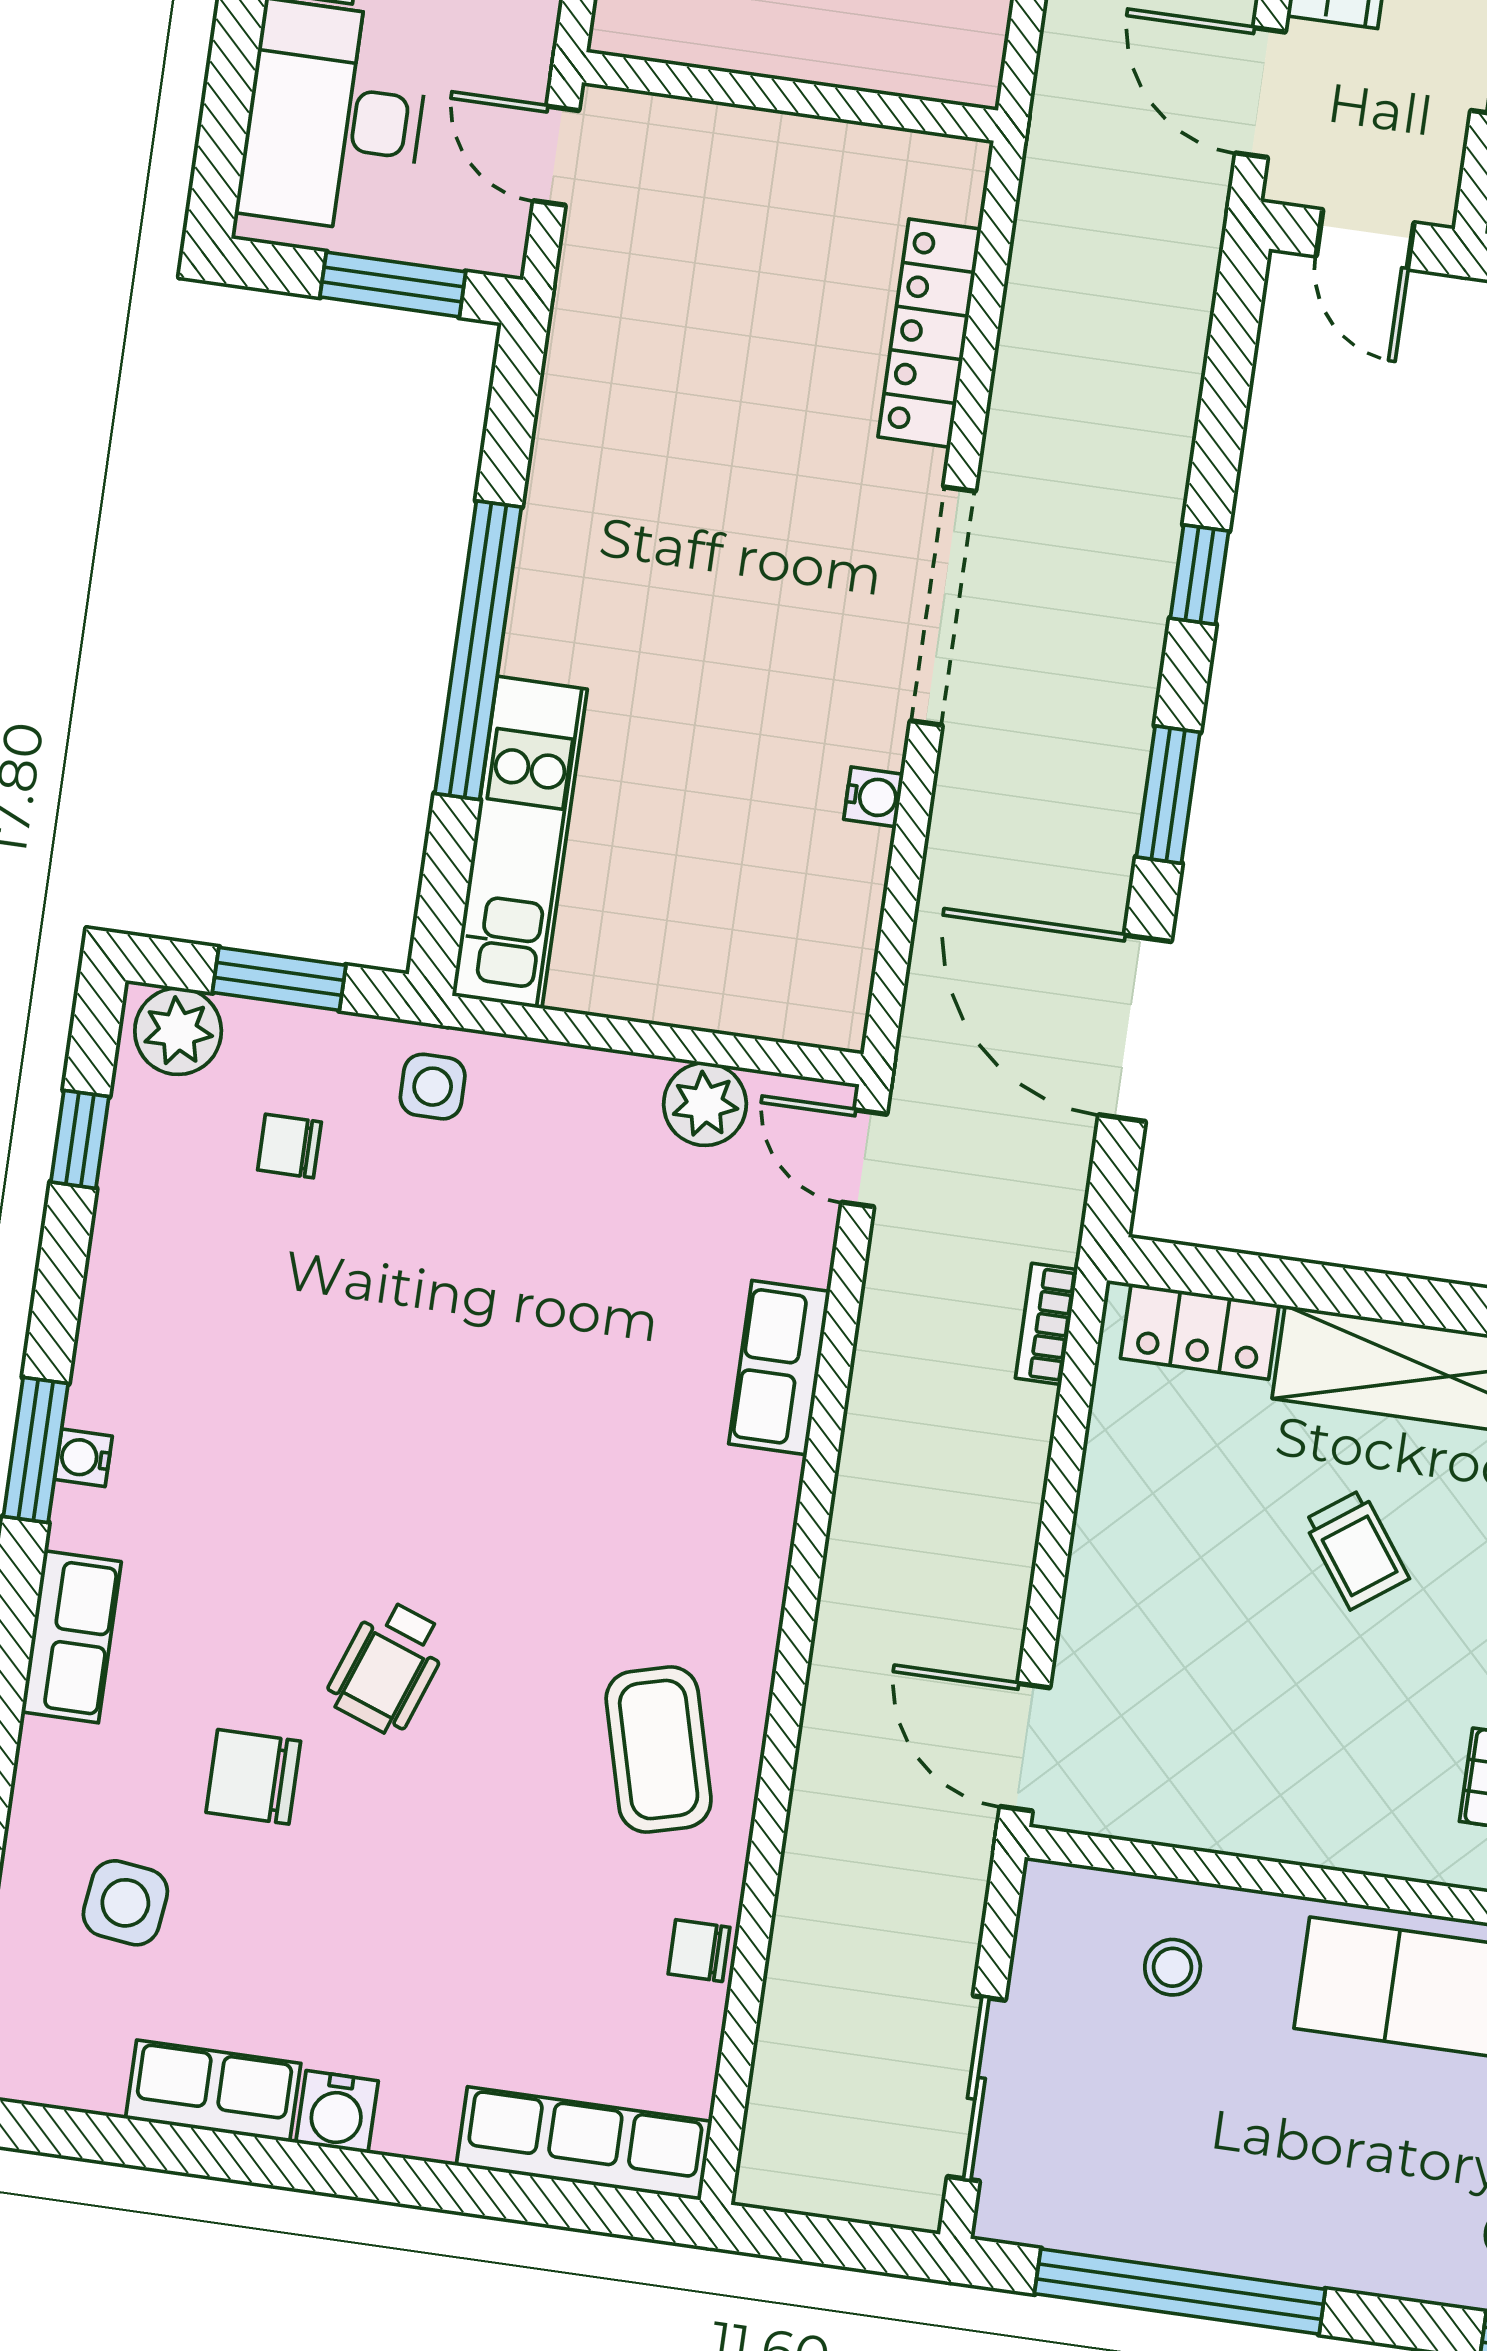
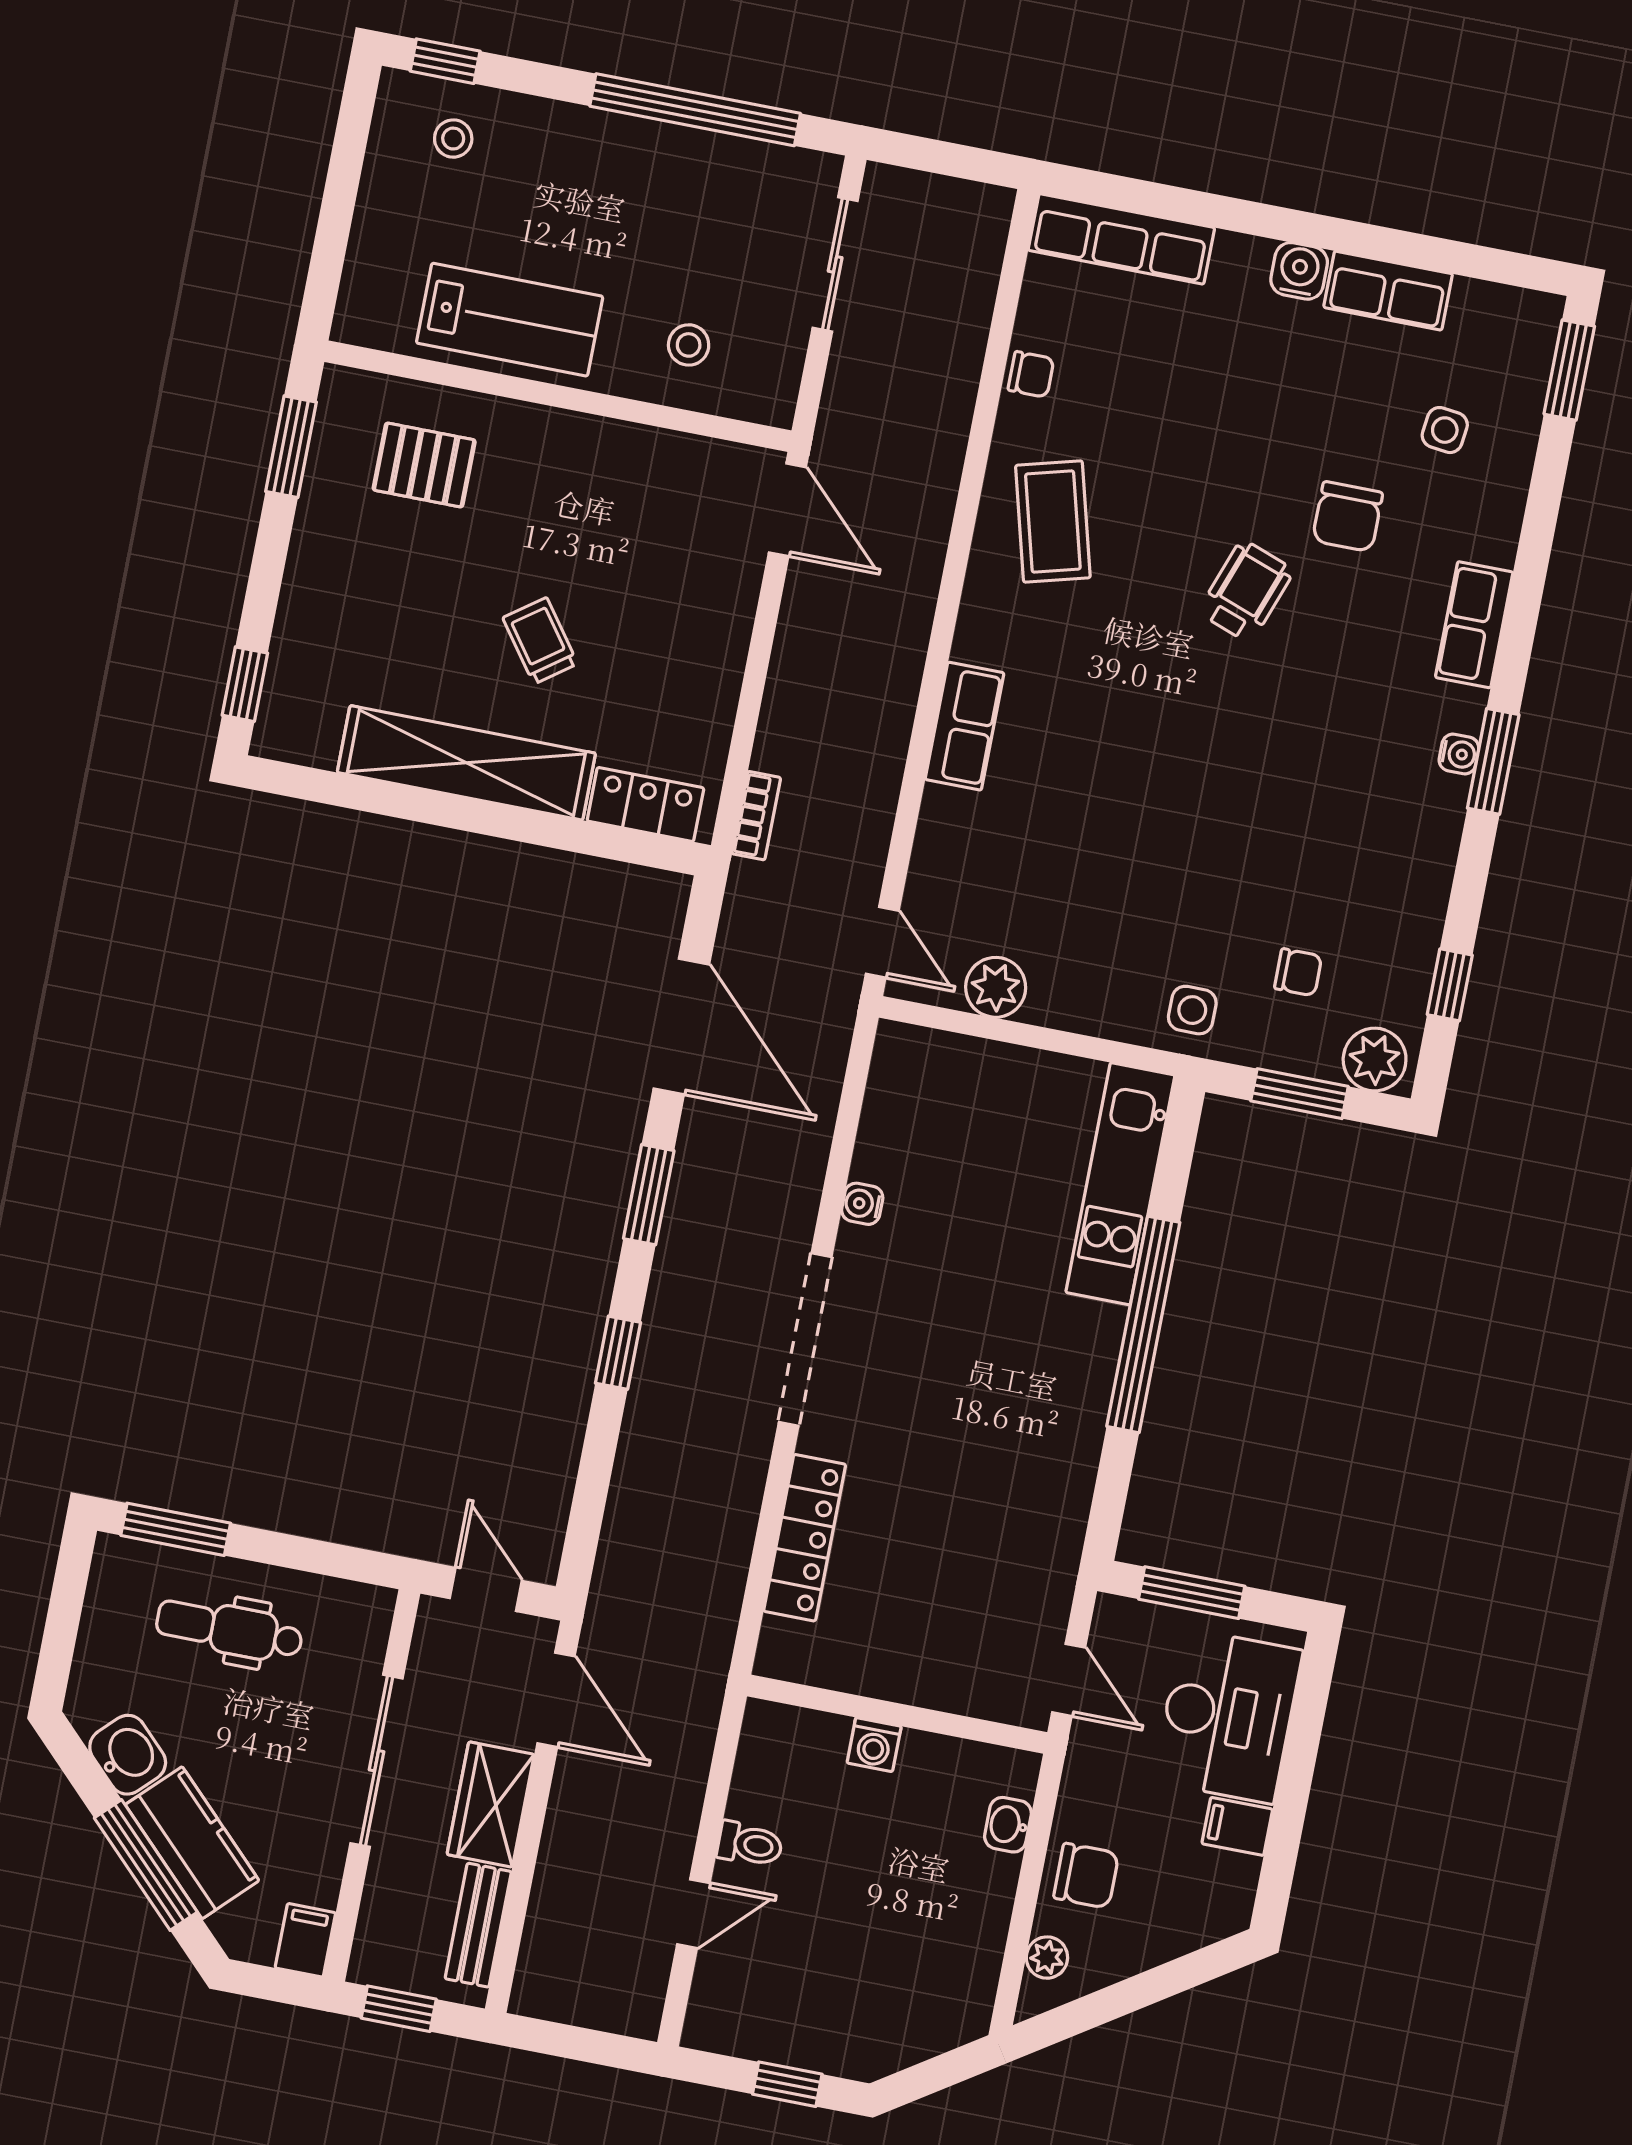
washing machine: (819, 53) -> (874, 1745), added
row of seats: (779, 1368) -> (965, 726), moved
chair: (253, 1777) -> (1348, 517), turned 90
side table: (125, 1903) -> (1445, 430), width x0.73, depth x0.73

